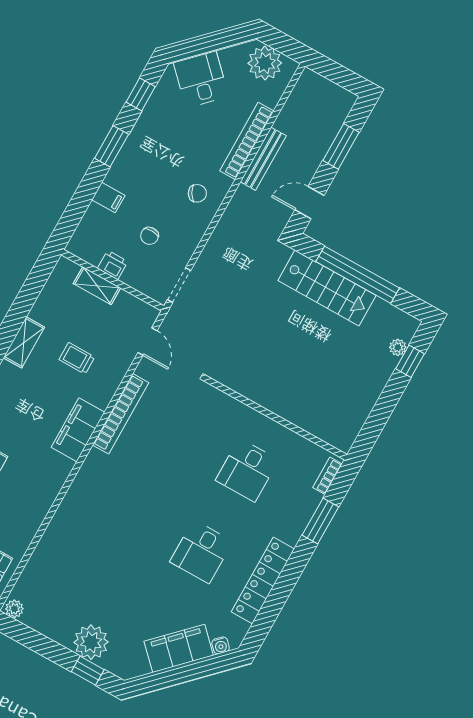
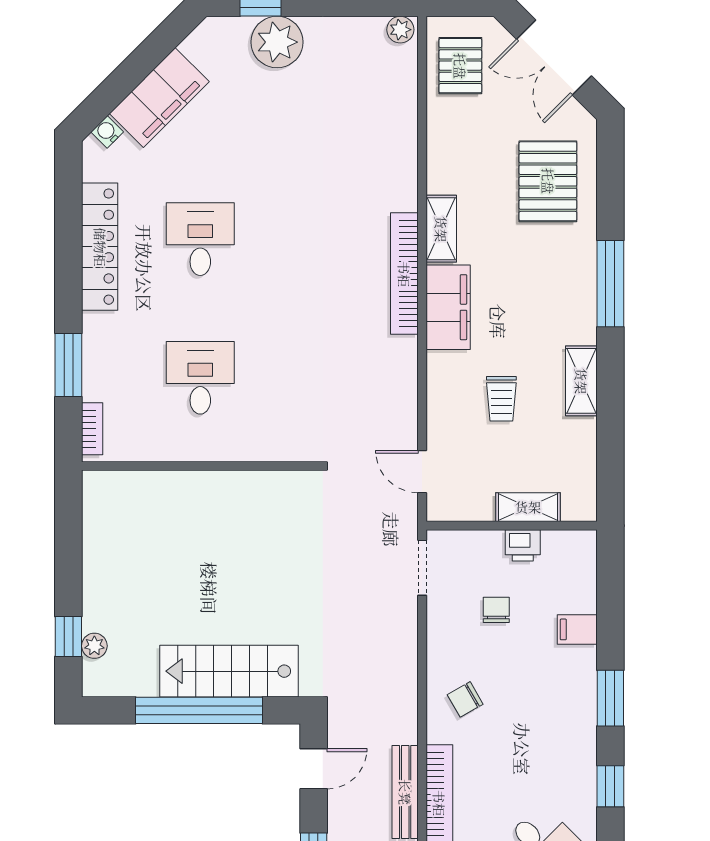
trolley: (77, 358) -> (501, 399), turned 90
bookcase: (121, 414) -> (404, 274), moved
shelving: (56, 478) -> (441, 229), added

